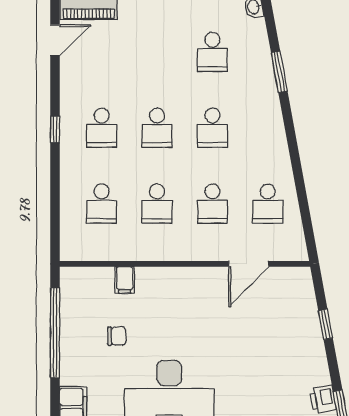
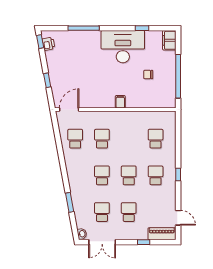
door: (55, 40) -> (178, 218), swing flipped
school desk: (157, 204) -> (129, 212), moved
door: (249, 264) -> (69, 109), moved
filing cabinet: (125, 280) -> (120, 102), moved

